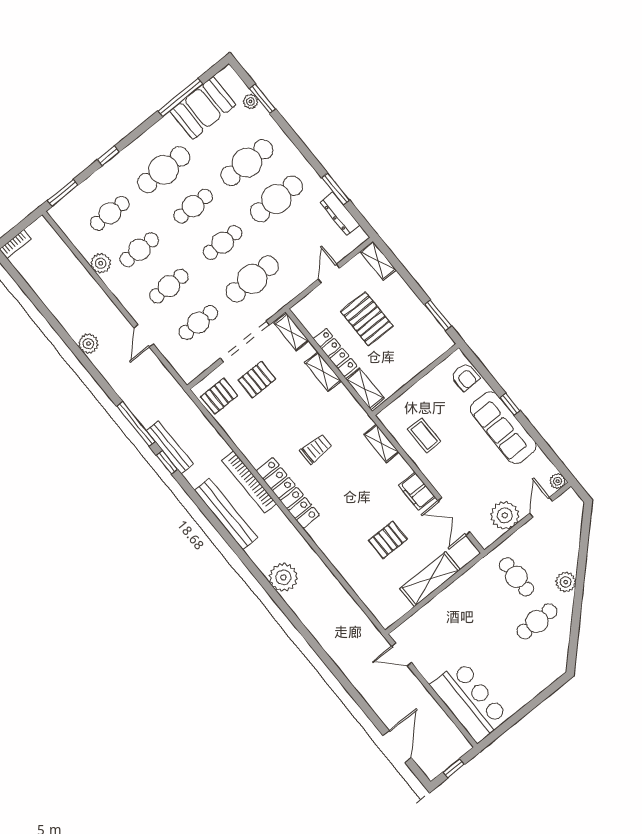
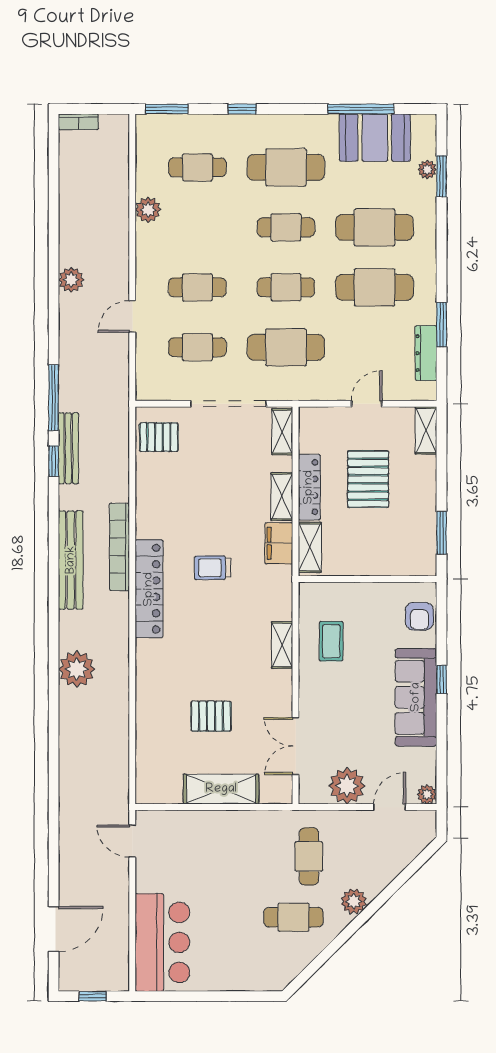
cafe table: (139, 250) -> (197, 227), removed
pallet: (257, 380) -> (210, 451), removed
shelving: (381, 443) -> (282, 645), moved
trolley: (316, 449) -> (212, 568), turned 180
filing cabinet: (417, 491) -> (279, 543), moved

